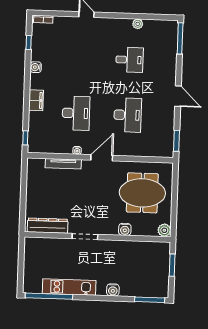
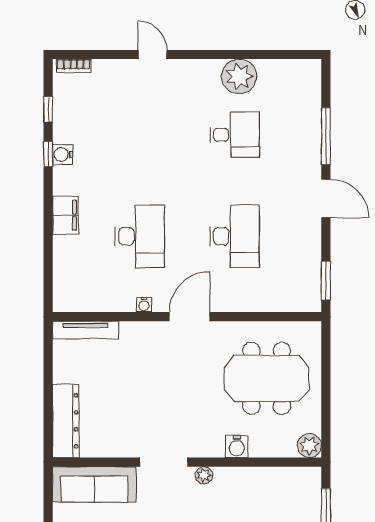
plant: (138, 24) -> (239, 76), width x1.87, depth x1.87
window: (180, 38) -> (326, 136), moved
window: (25, 138) -> (48, 154), moved
tv unit: (63, 164) -> (86, 330), moved
dresser: (48, 226) -> (66, 421), moved, turned 90
plant: (106, 244) -> (204, 475), added
sofa: (47, 247) -> (94, 484), added

